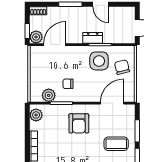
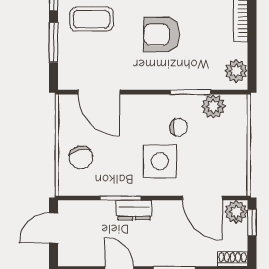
door: (55, 45) -> (202, 198), hinge flipped
side table: (99, 61) -> (160, 161), moved
door: (112, 103) -> (99, 92), hinge flipped
armchair: (79, 123) -> (162, 35), moved, turned -90

